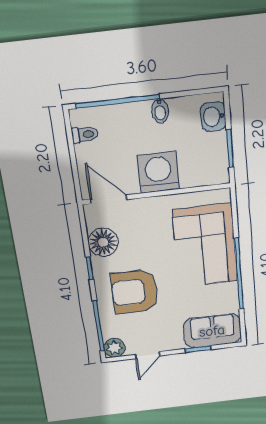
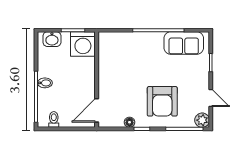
bidet: (160, 111) -> (45, 83), moved
washing machine: (158, 172) -> (83, 44), moved, turned -90
floor lamp: (103, 242) -> (130, 122), width x0.53, depth x0.53
corner sofa: (205, 246) -> (135, 51), removed
sofa: (212, 331) -> (184, 43), moved, turned -90

